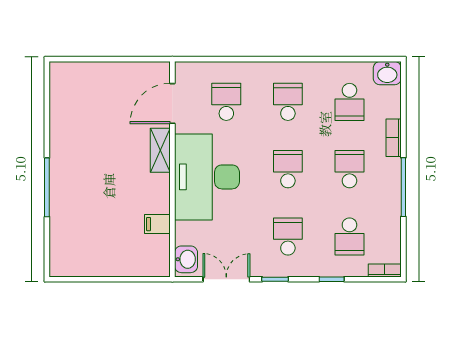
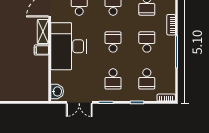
filing cabinet: (157, 224) -> (41, 50), moved
school desk: (288, 236) -> (113, 79), turned 180
double door: (226, 279) -> (79, 102), swing flipped

